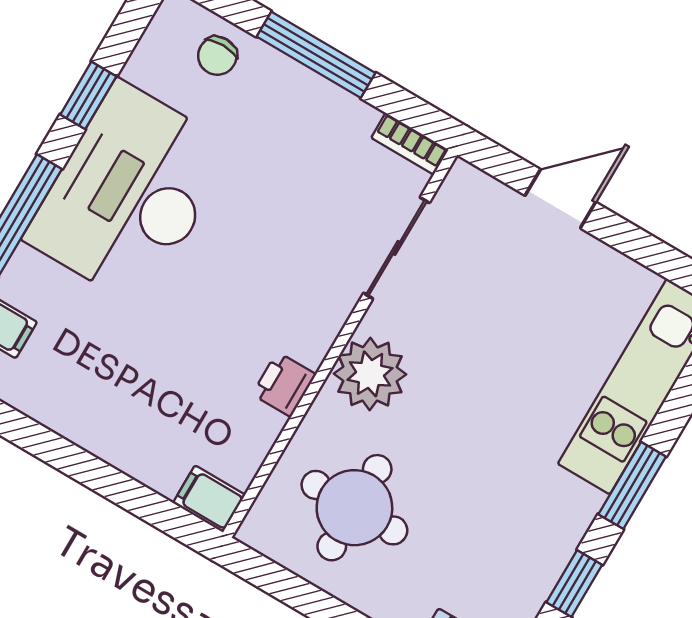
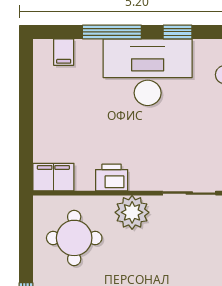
printer: (284, 384) -> (112, 178), width x1.36, depth x1.24
filing cabinet: (209, 499) -> (53, 177), width x2.00

